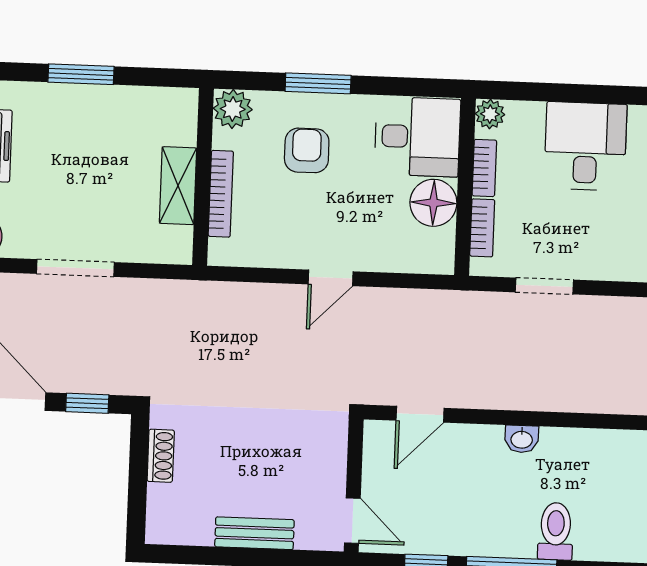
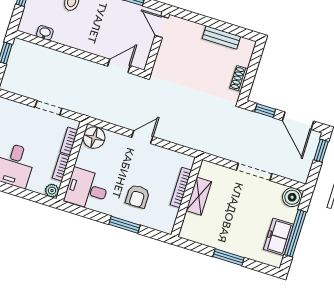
plant: (233, 109) -> (165, 224), removed
floor lamp: (433, 203) -> (94, 138), moved
washbasin: (522, 439) -> (45, 33), moved
bench: (254, 533) -> (221, 38), moved

